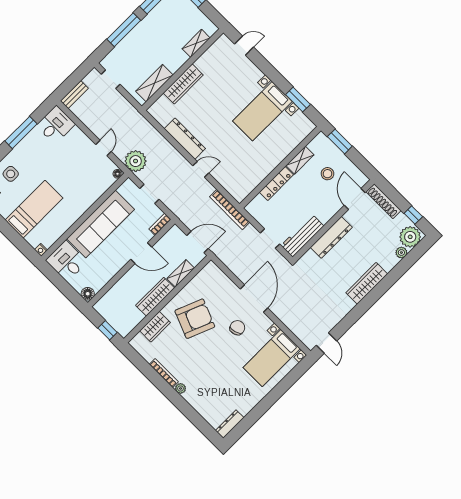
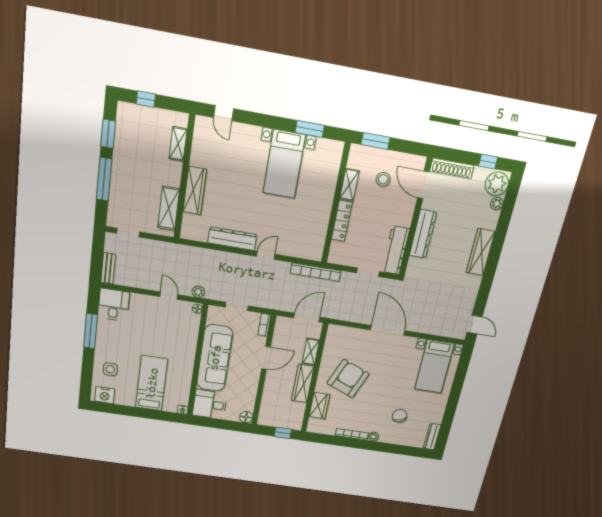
door: (244, 46) -> (223, 113), swing flipped
plant: (136, 161) -> (198, 292), width x0.53, depth x0.53
chair: (237, 328) -> (400, 416), moved

